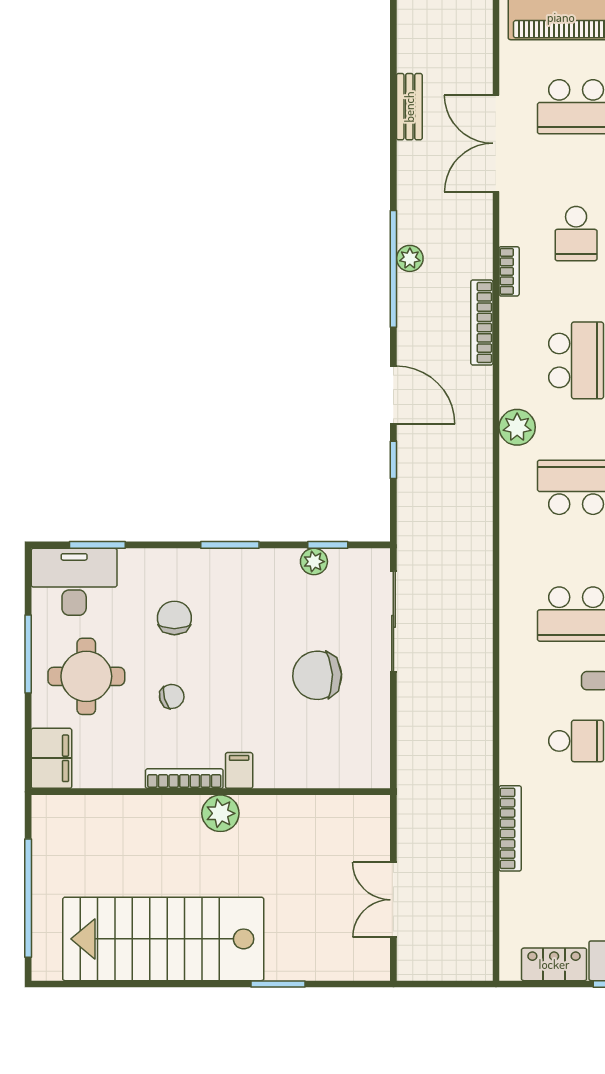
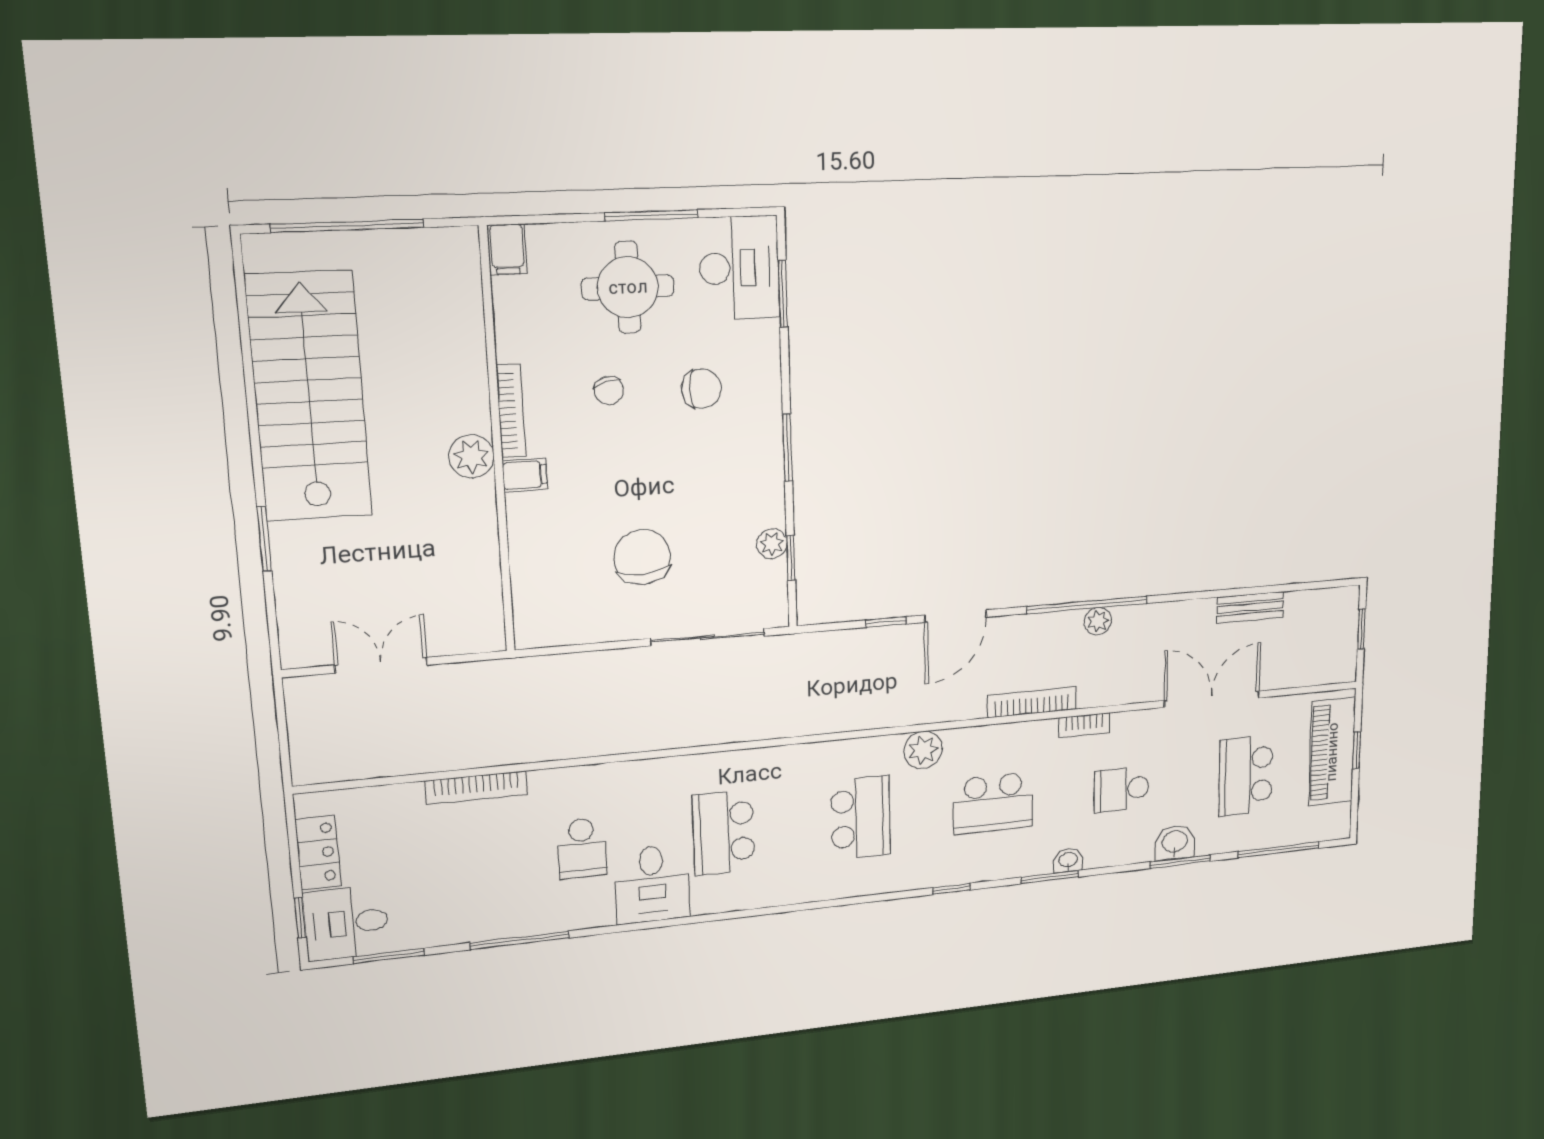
filing cabinet: (51, 758) -> (507, 249), width x0.50

